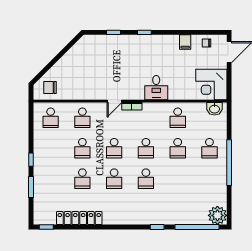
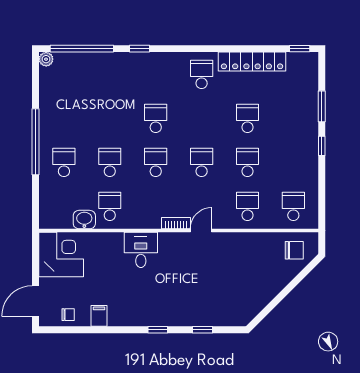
washbasin: (214, 109) -> (84, 220), moved
school desk: (114, 179) -> (202, 74), moved
plant: (217, 215) -> (46, 59), width x0.53, depth x0.53

